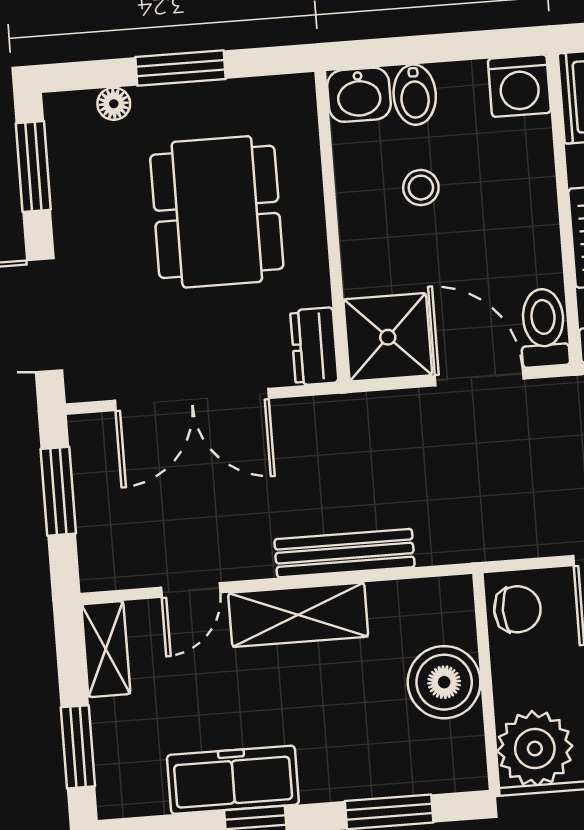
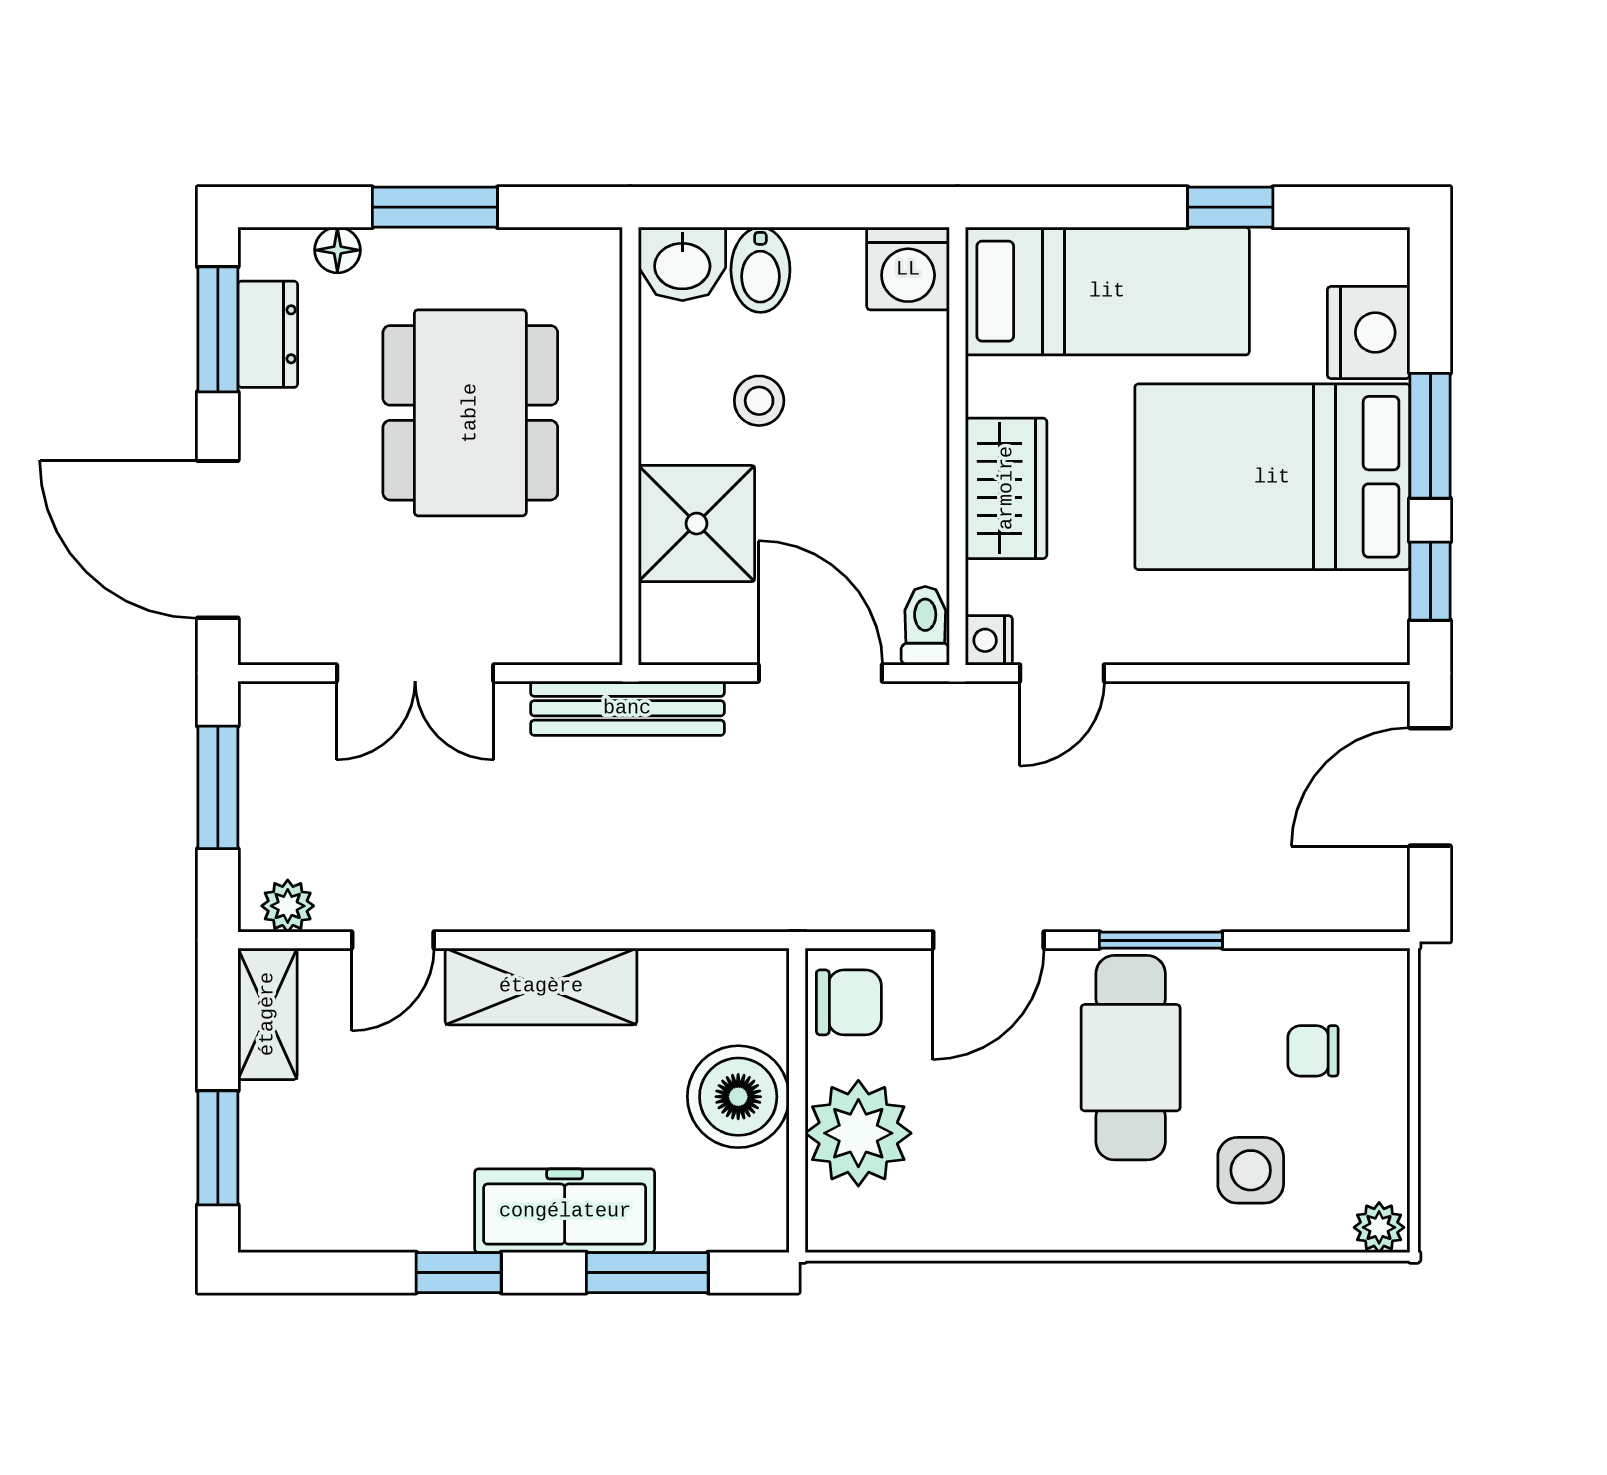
toilet: (544, 328) -> (925, 626), width x0.73, depth x0.72
shower: (388, 337) -> (697, 524), moved
dresser: (314, 346) -> (268, 334), moved, turned 180
double door: (192, 399) -> (415, 673), width x0.73
bench: (345, 553) -> (627, 708), moved
plant: (114, 572) -> (288, 906), added
plant: (535, 748) -> (858, 1133), moved
freezer: (233, 780) -> (565, 1211), moved

